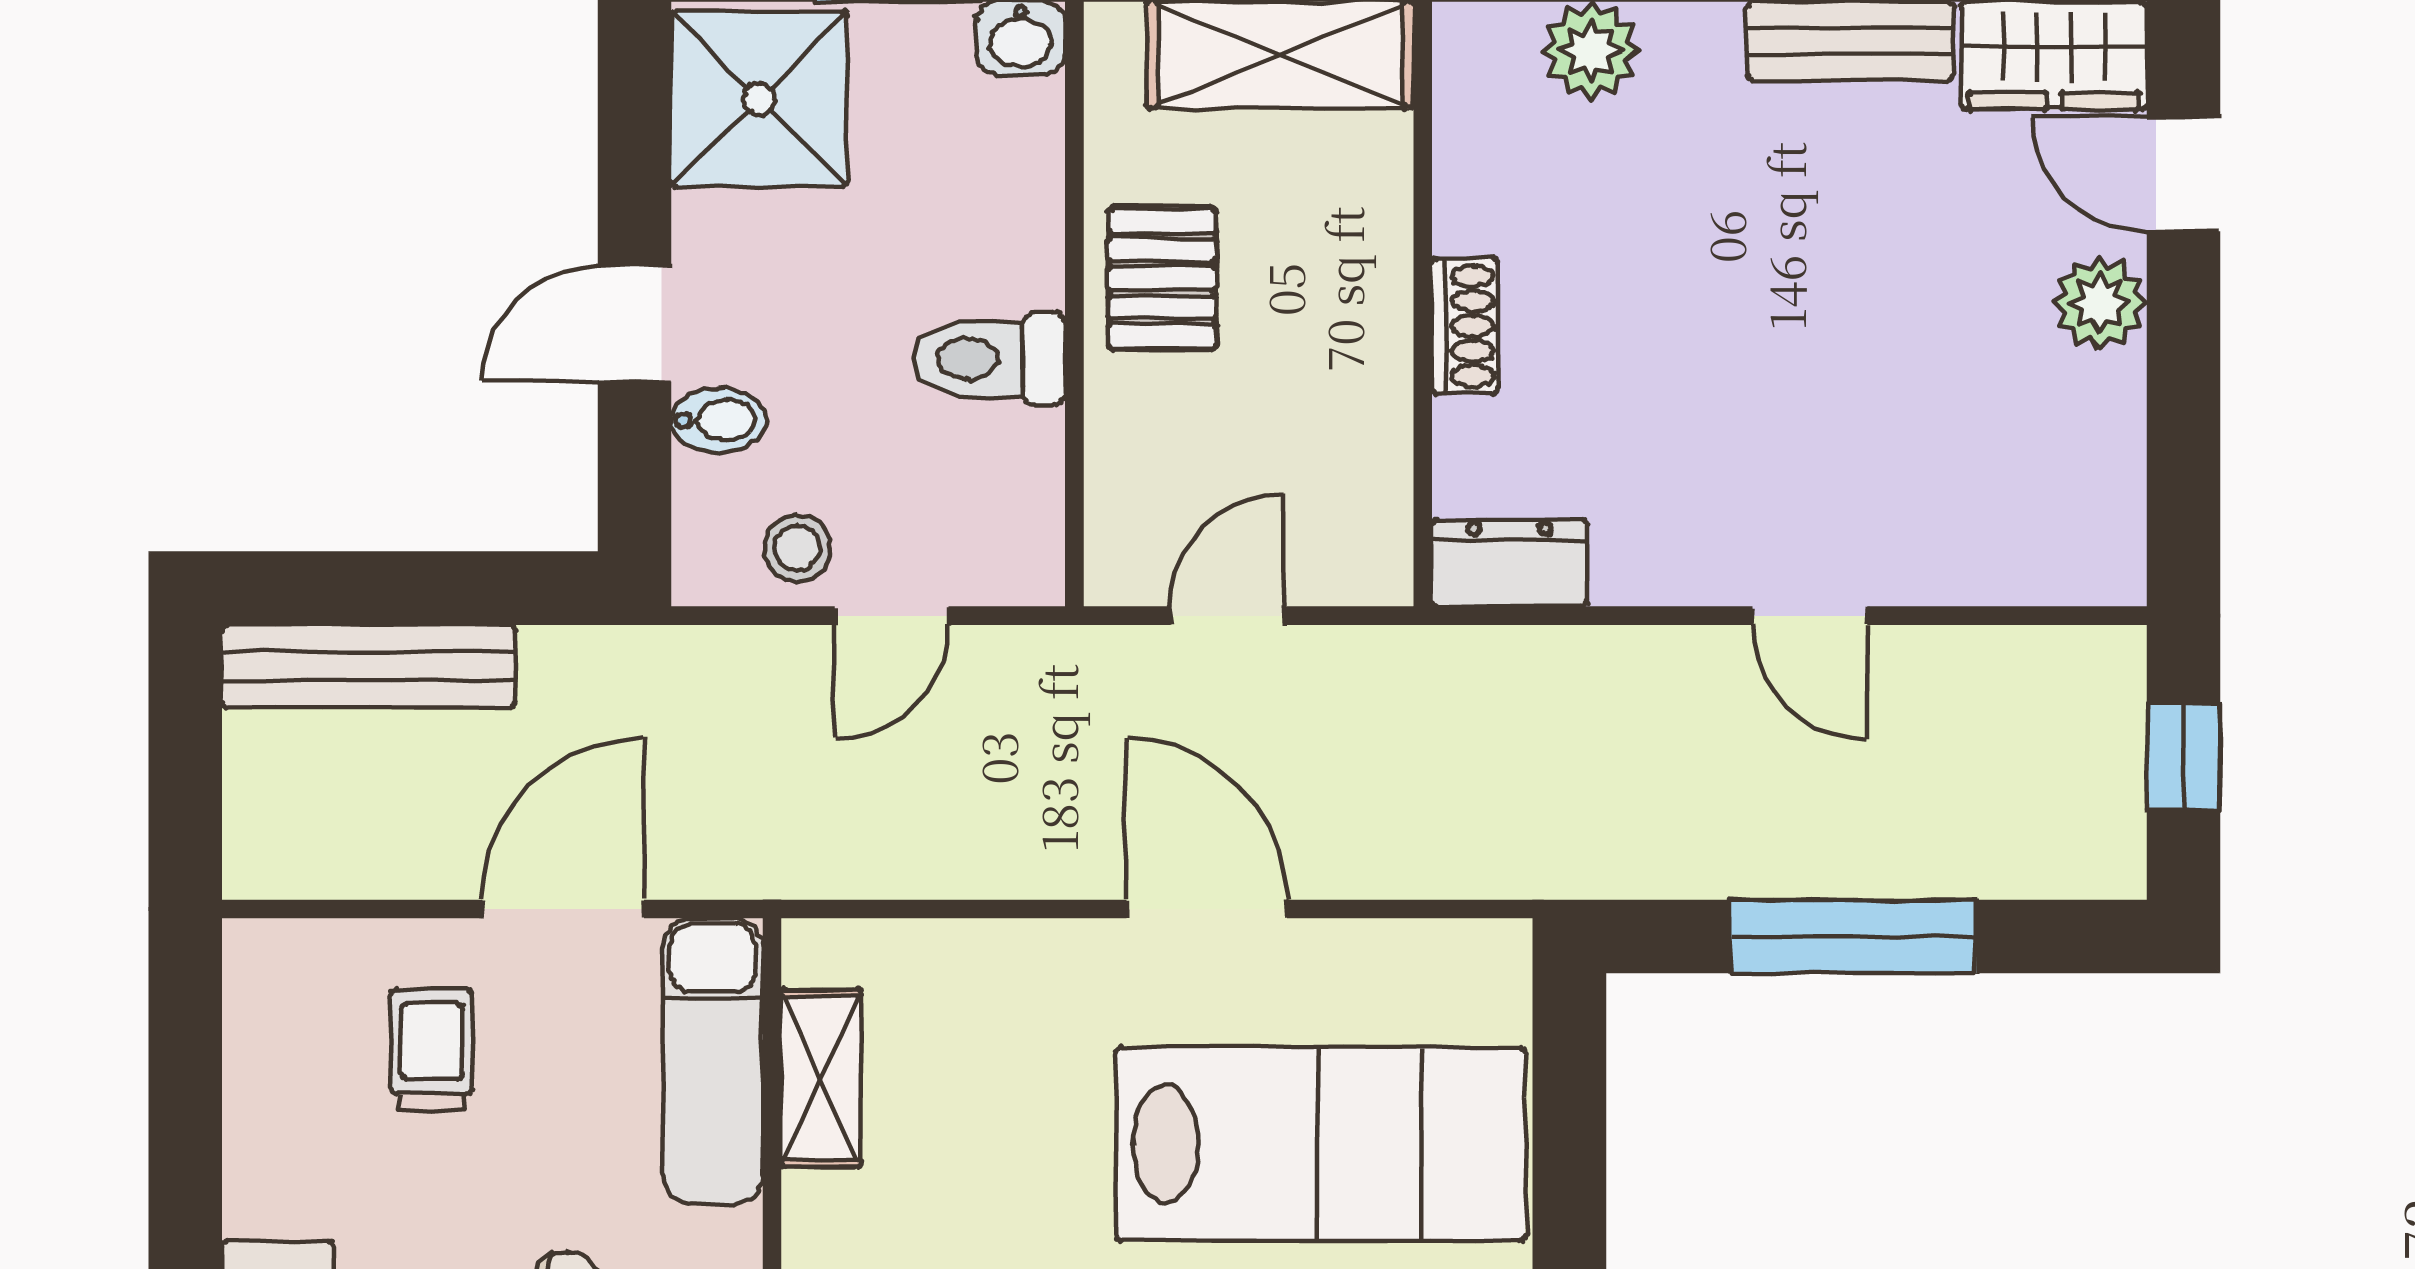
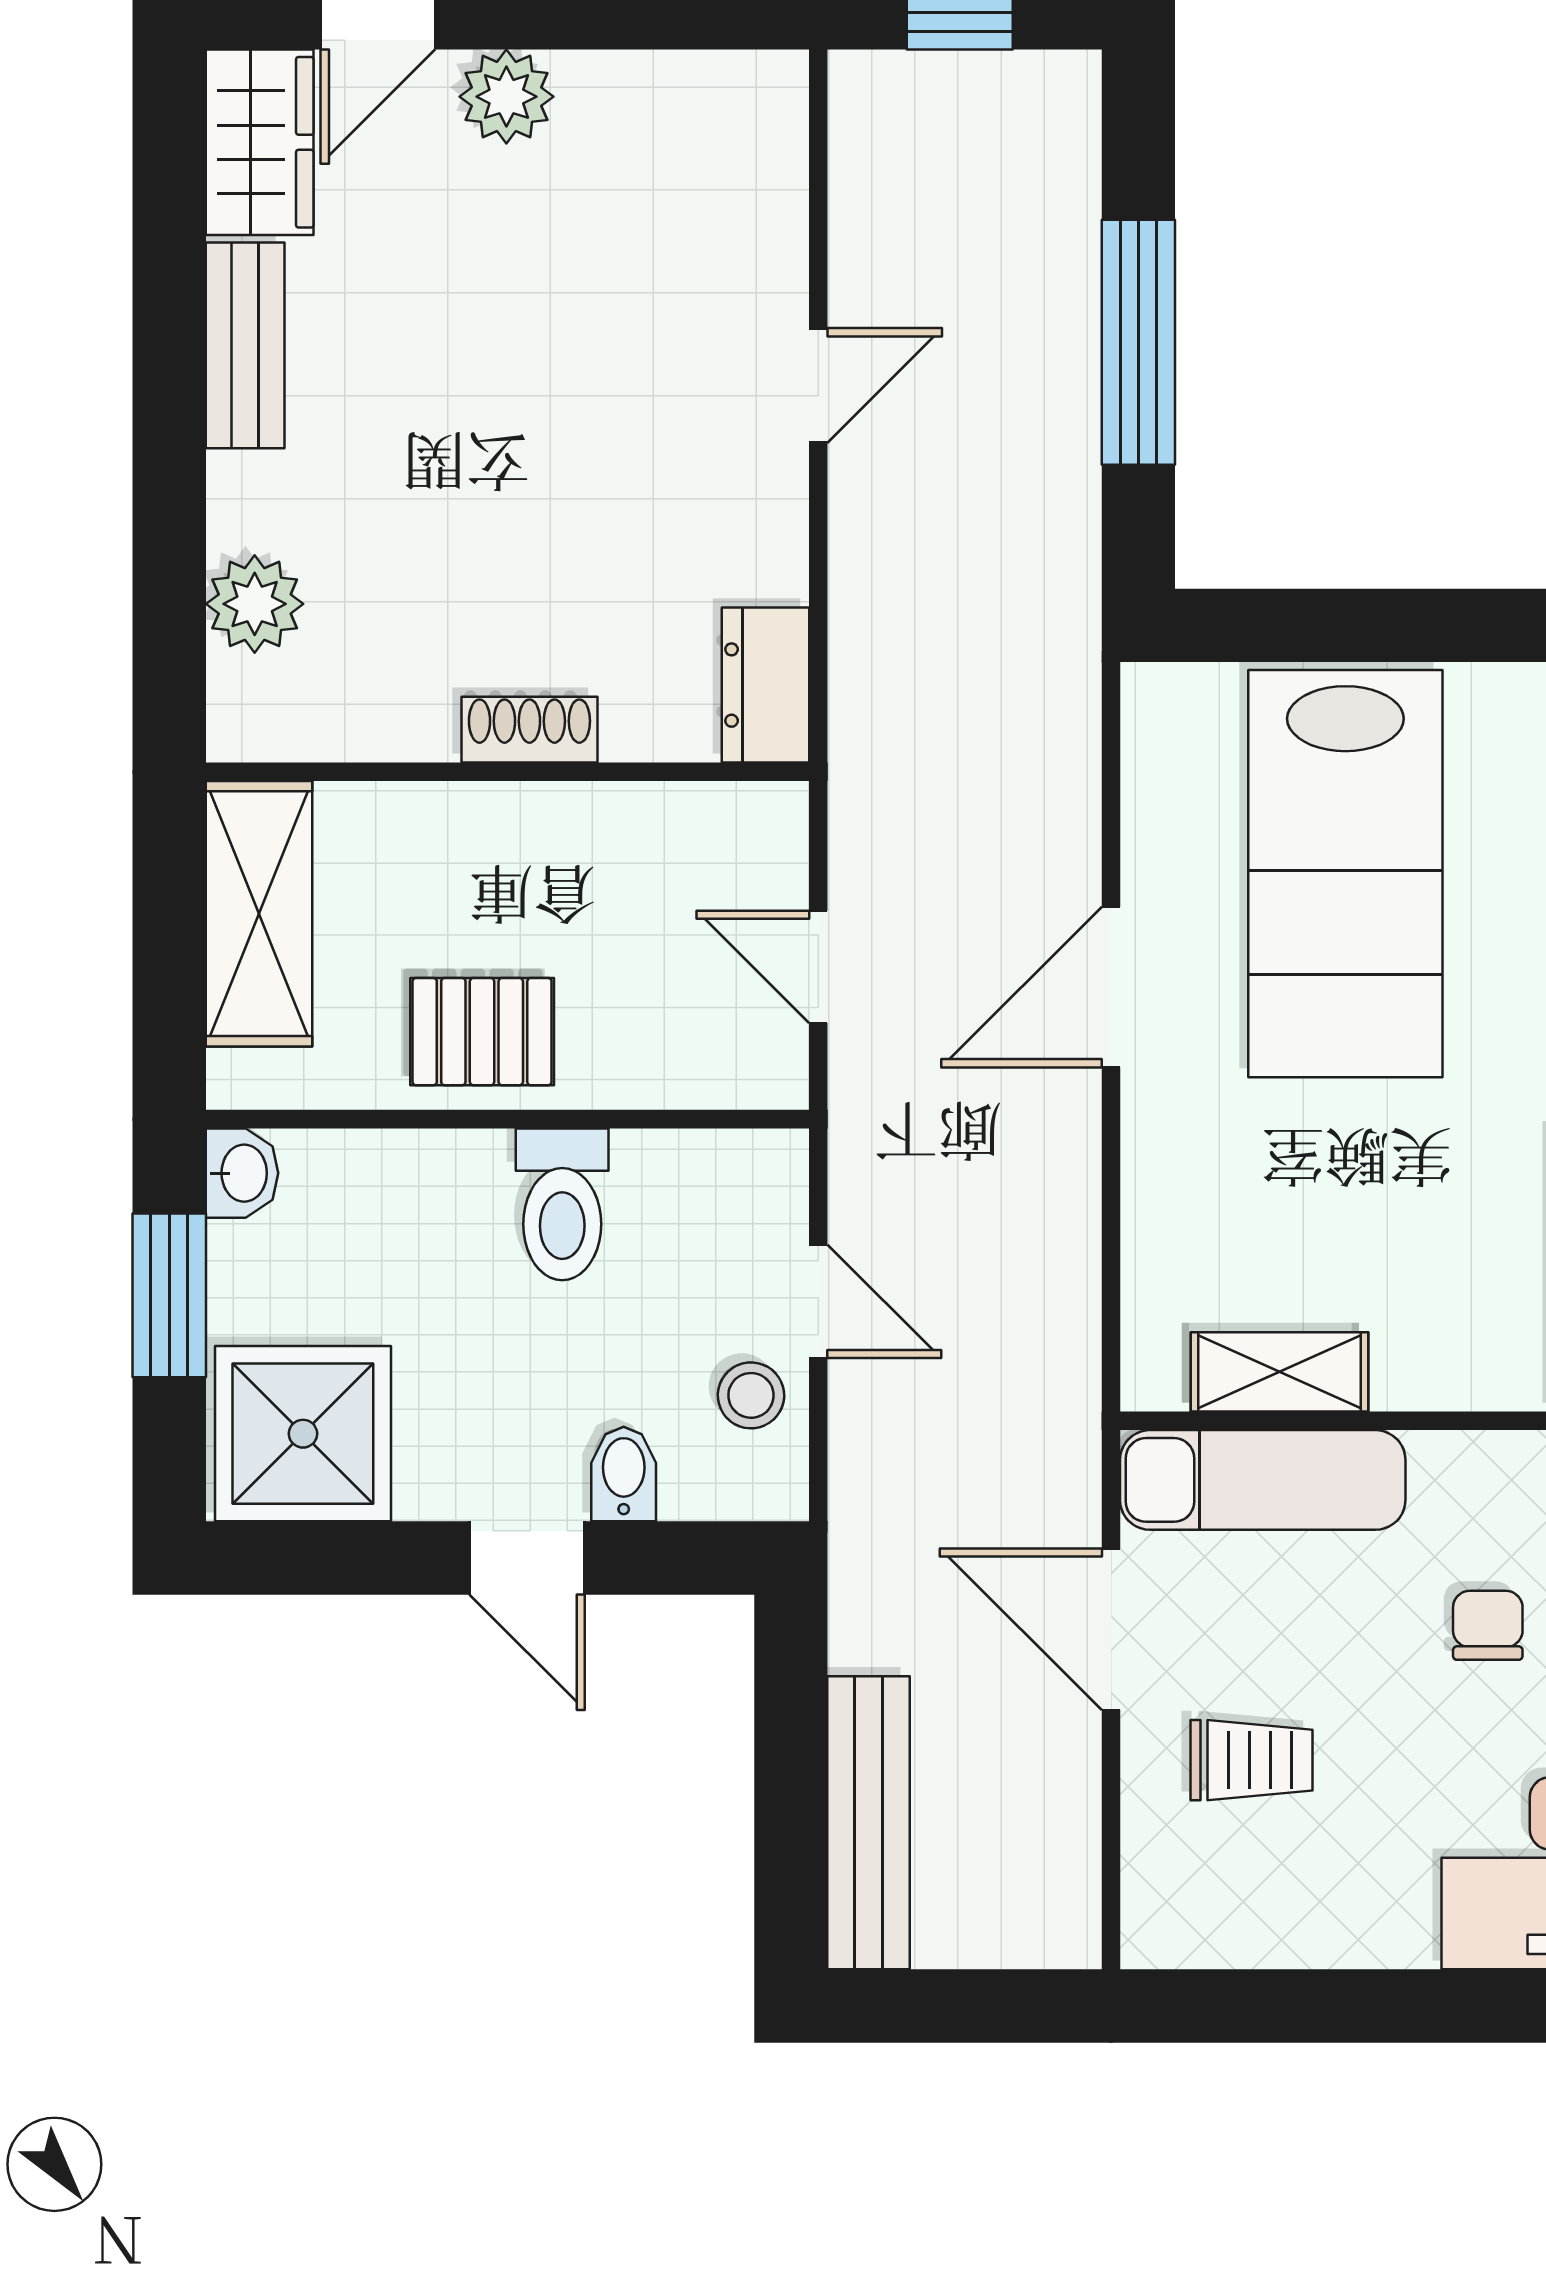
trolley: (432, 1050) -> (1252, 1760), turned 180
lab bench: (1321, 1144) -> (1345, 874), turned 180

